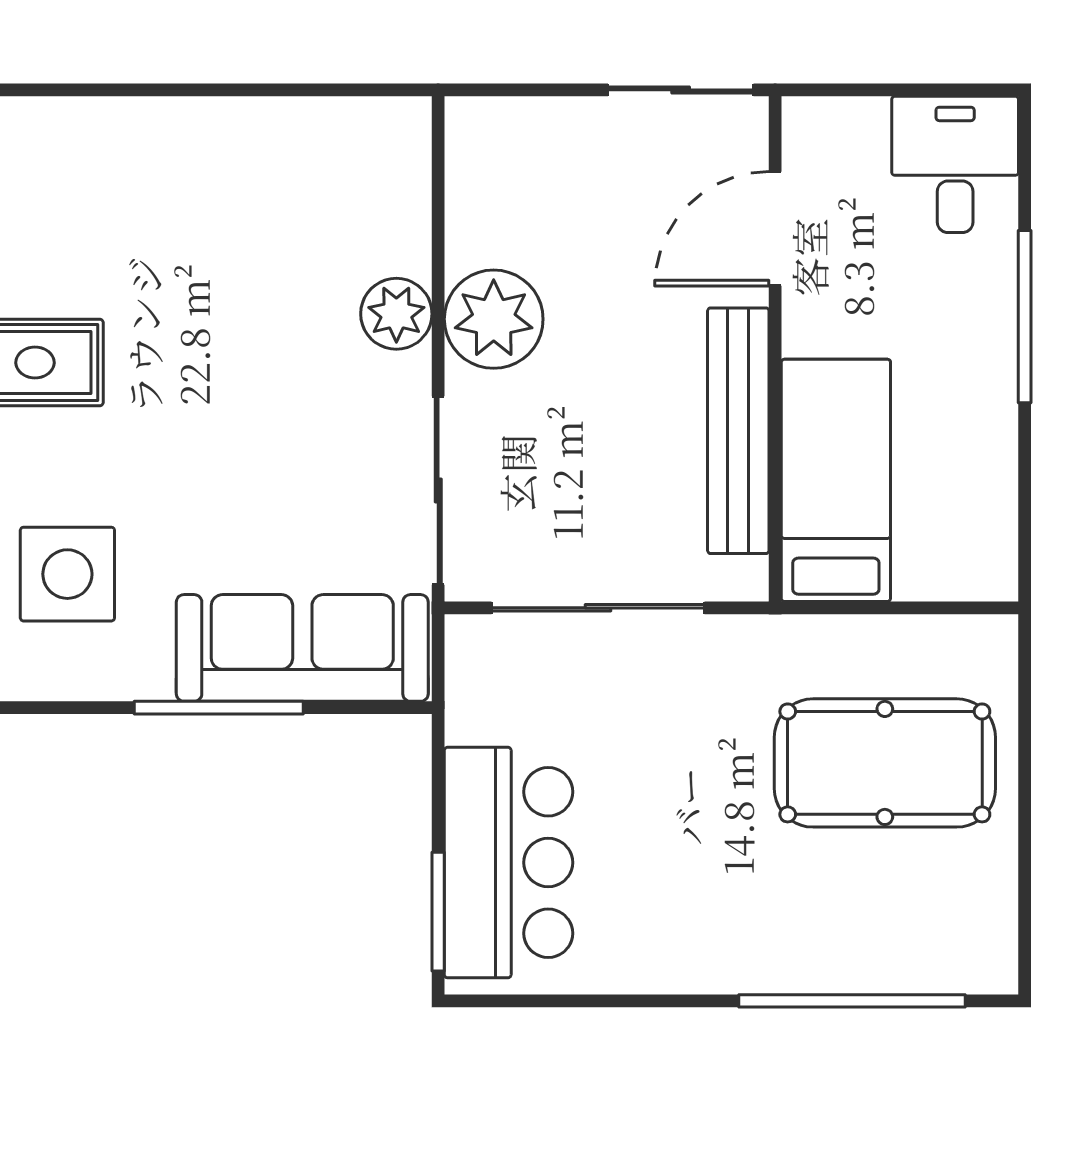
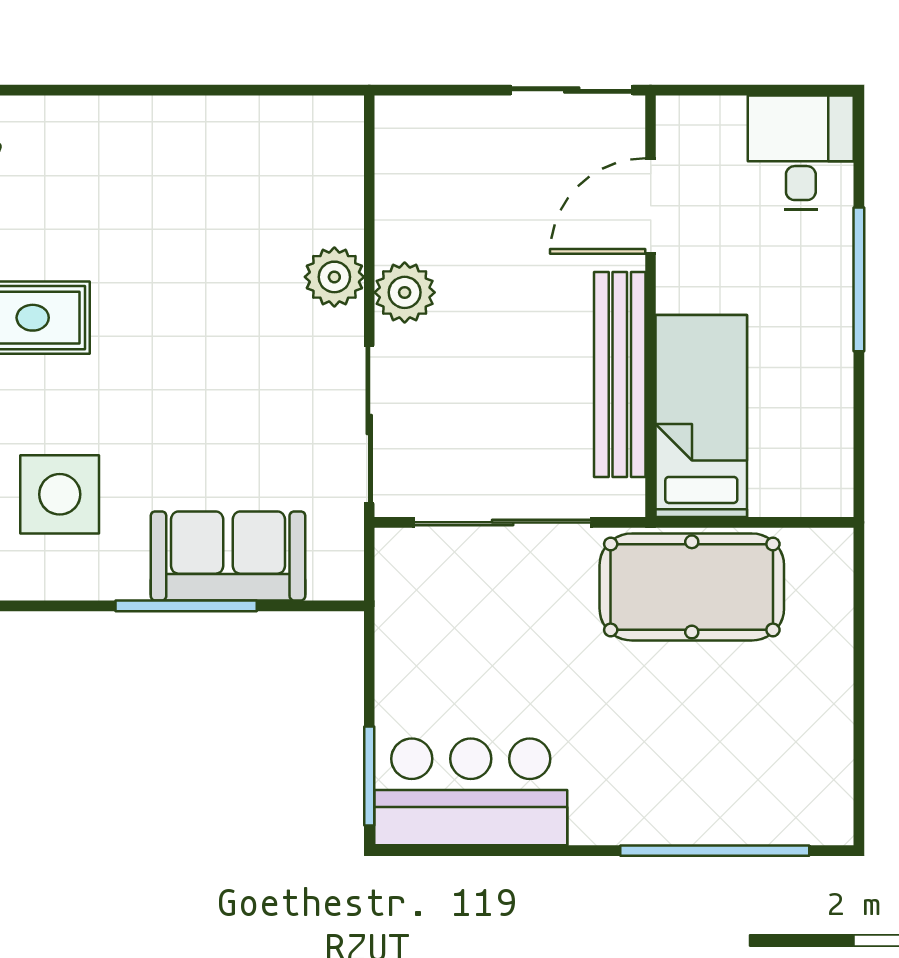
plant: (494, 319) -> (405, 292), width x0.73, depth x0.73
sofa: (302, 648) -> (228, 556), width x0.73
pool table: (885, 763) -> (692, 587), moved
bar counter: (508, 863) -> (471, 792), moved, turned -90

